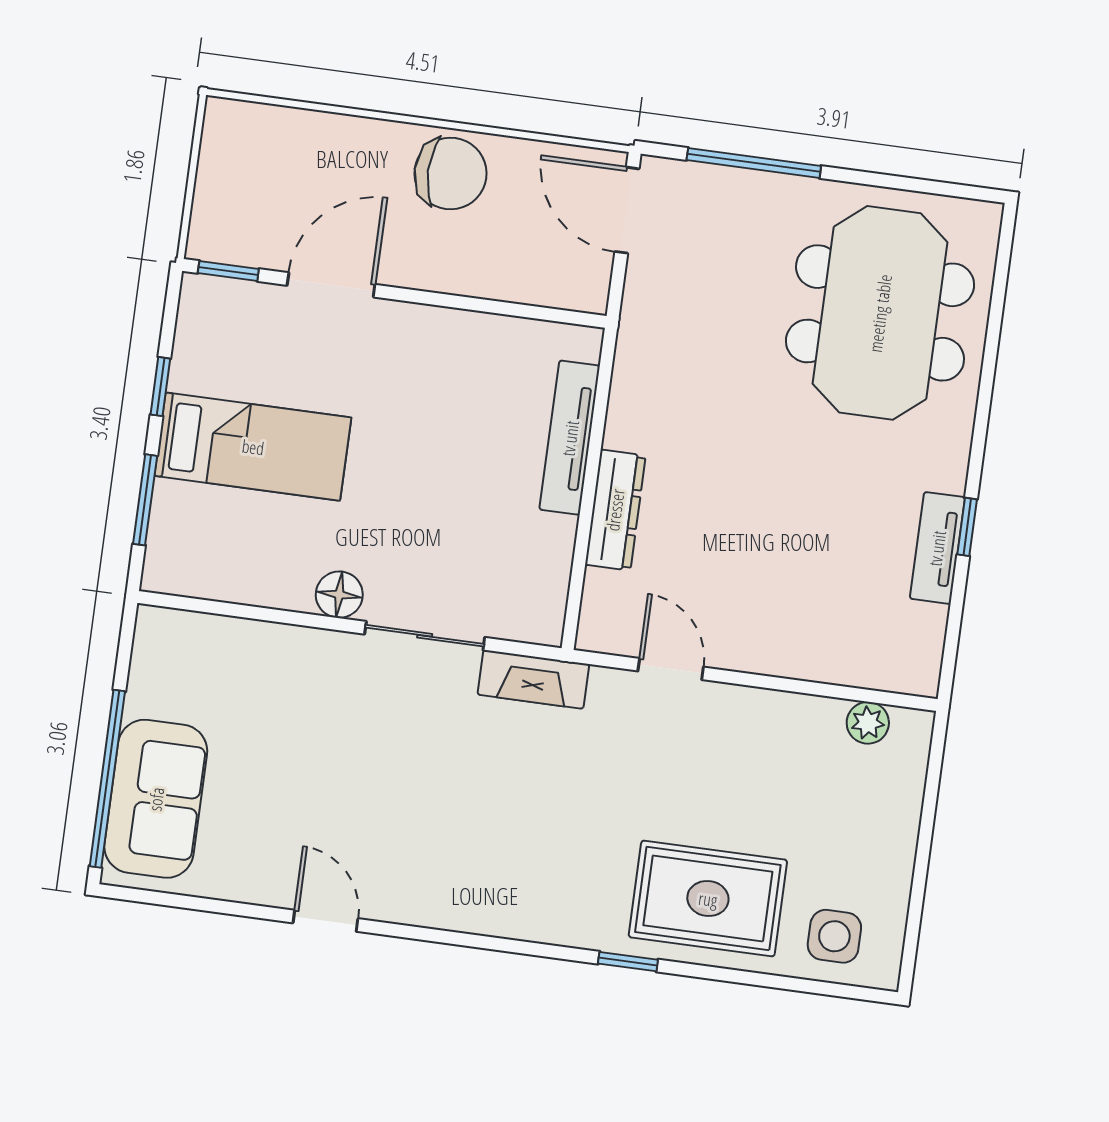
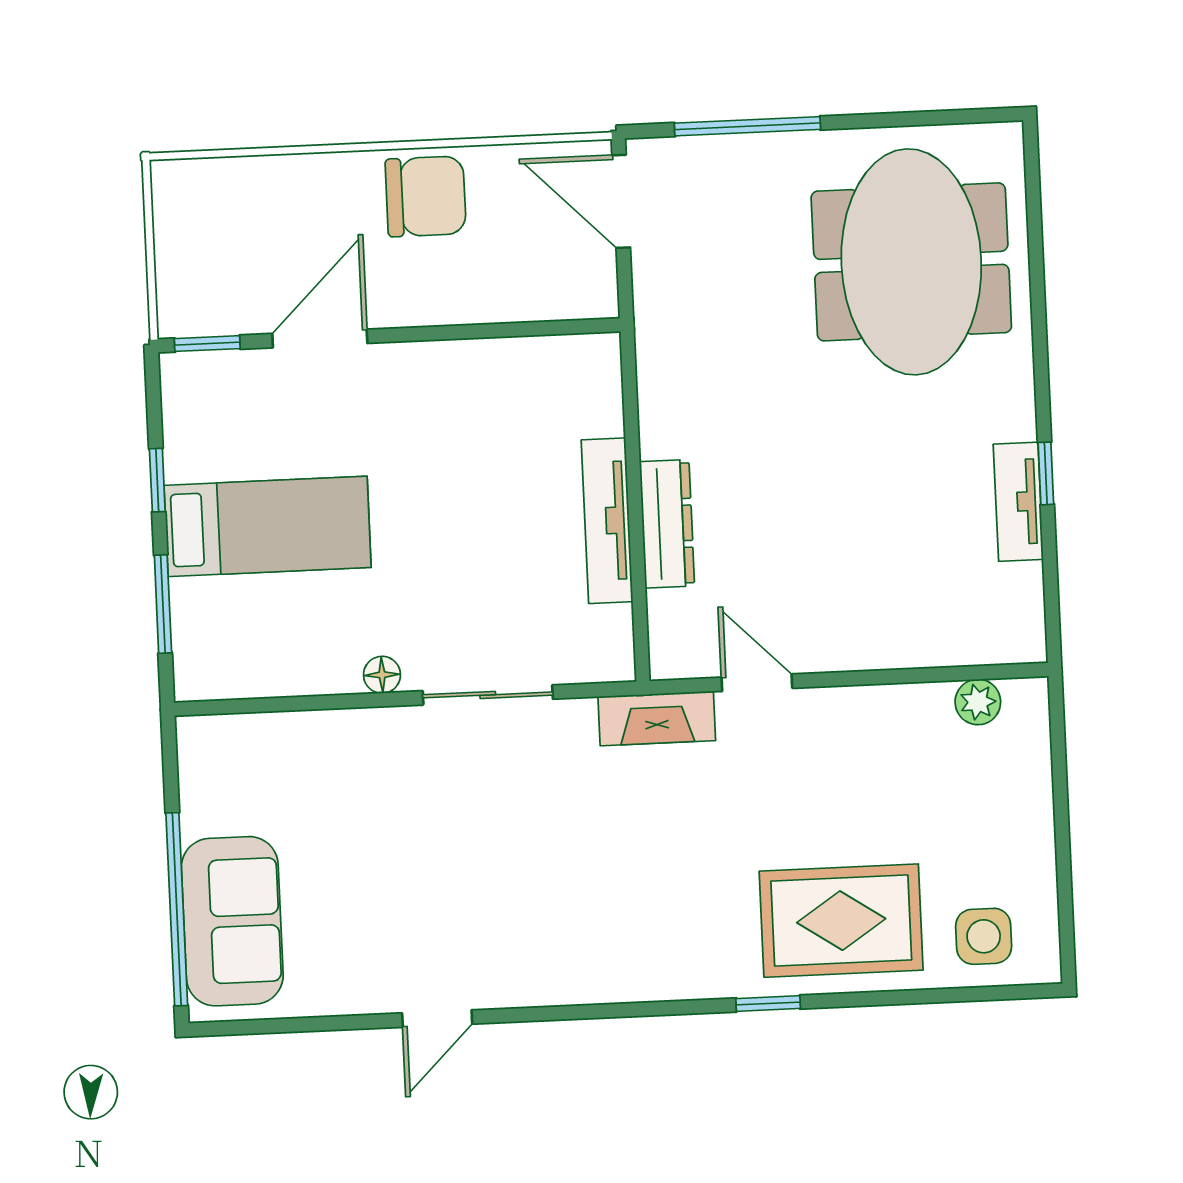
tv unit: (570, 438) -> (607, 521), moved
floor lamp: (339, 595) -> (382, 675), width x0.73, depth x0.73
fireplace: (533, 679) -> (657, 718), moved
door: (325, 921) -> (437, 1019), swing flipped

